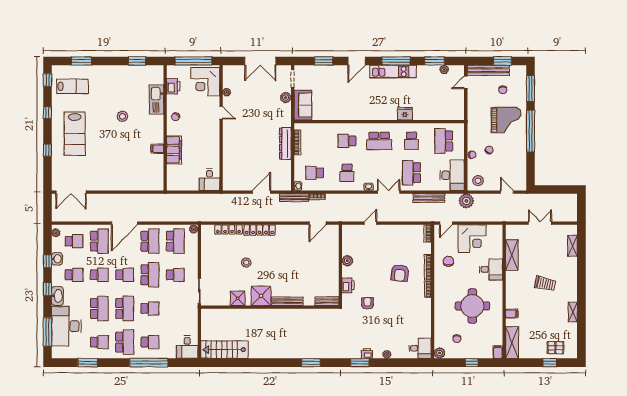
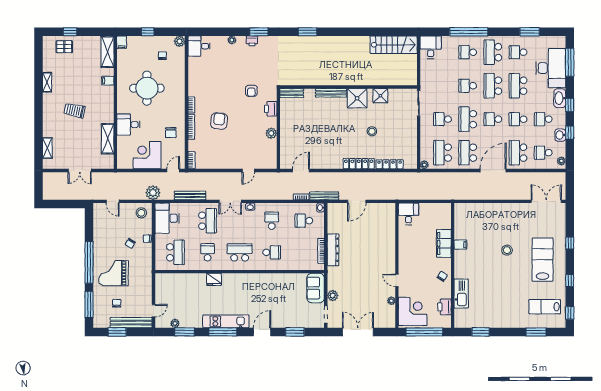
stool: (122, 116) -> (507, 250), moved
school desk: (315, 173) -> (304, 221), turned 180

